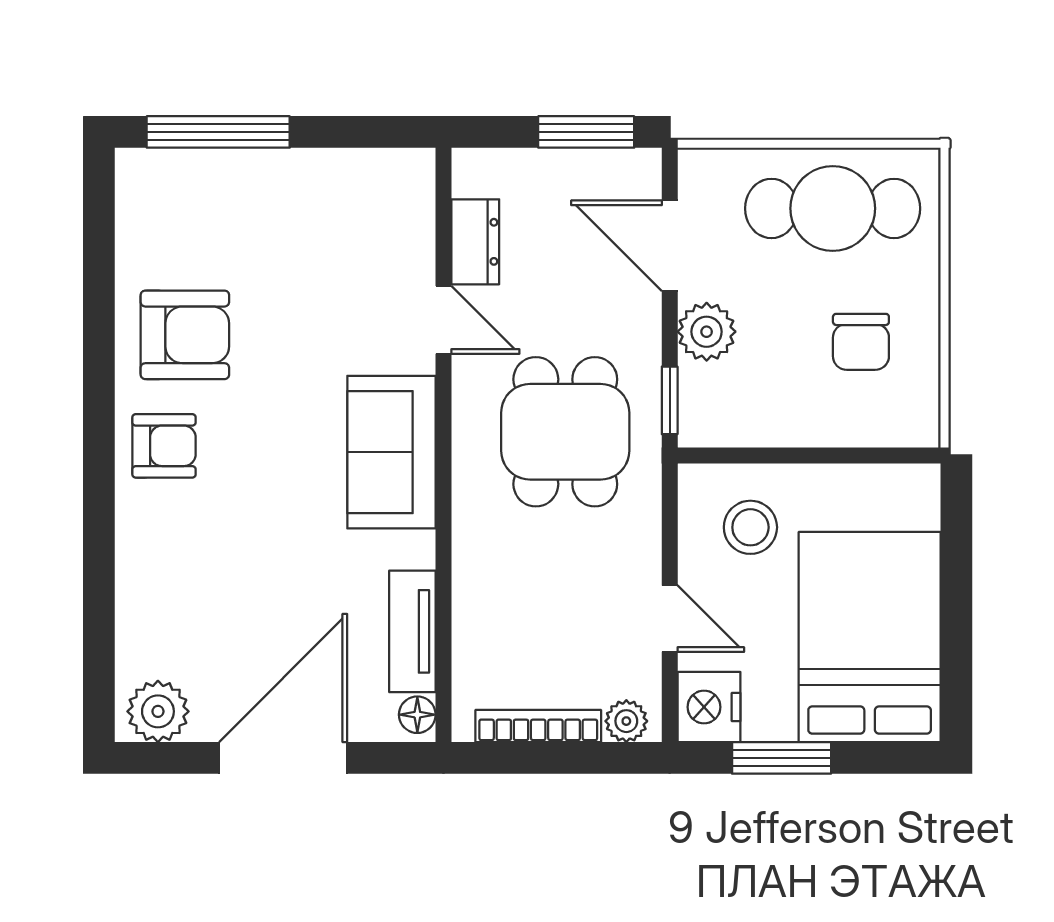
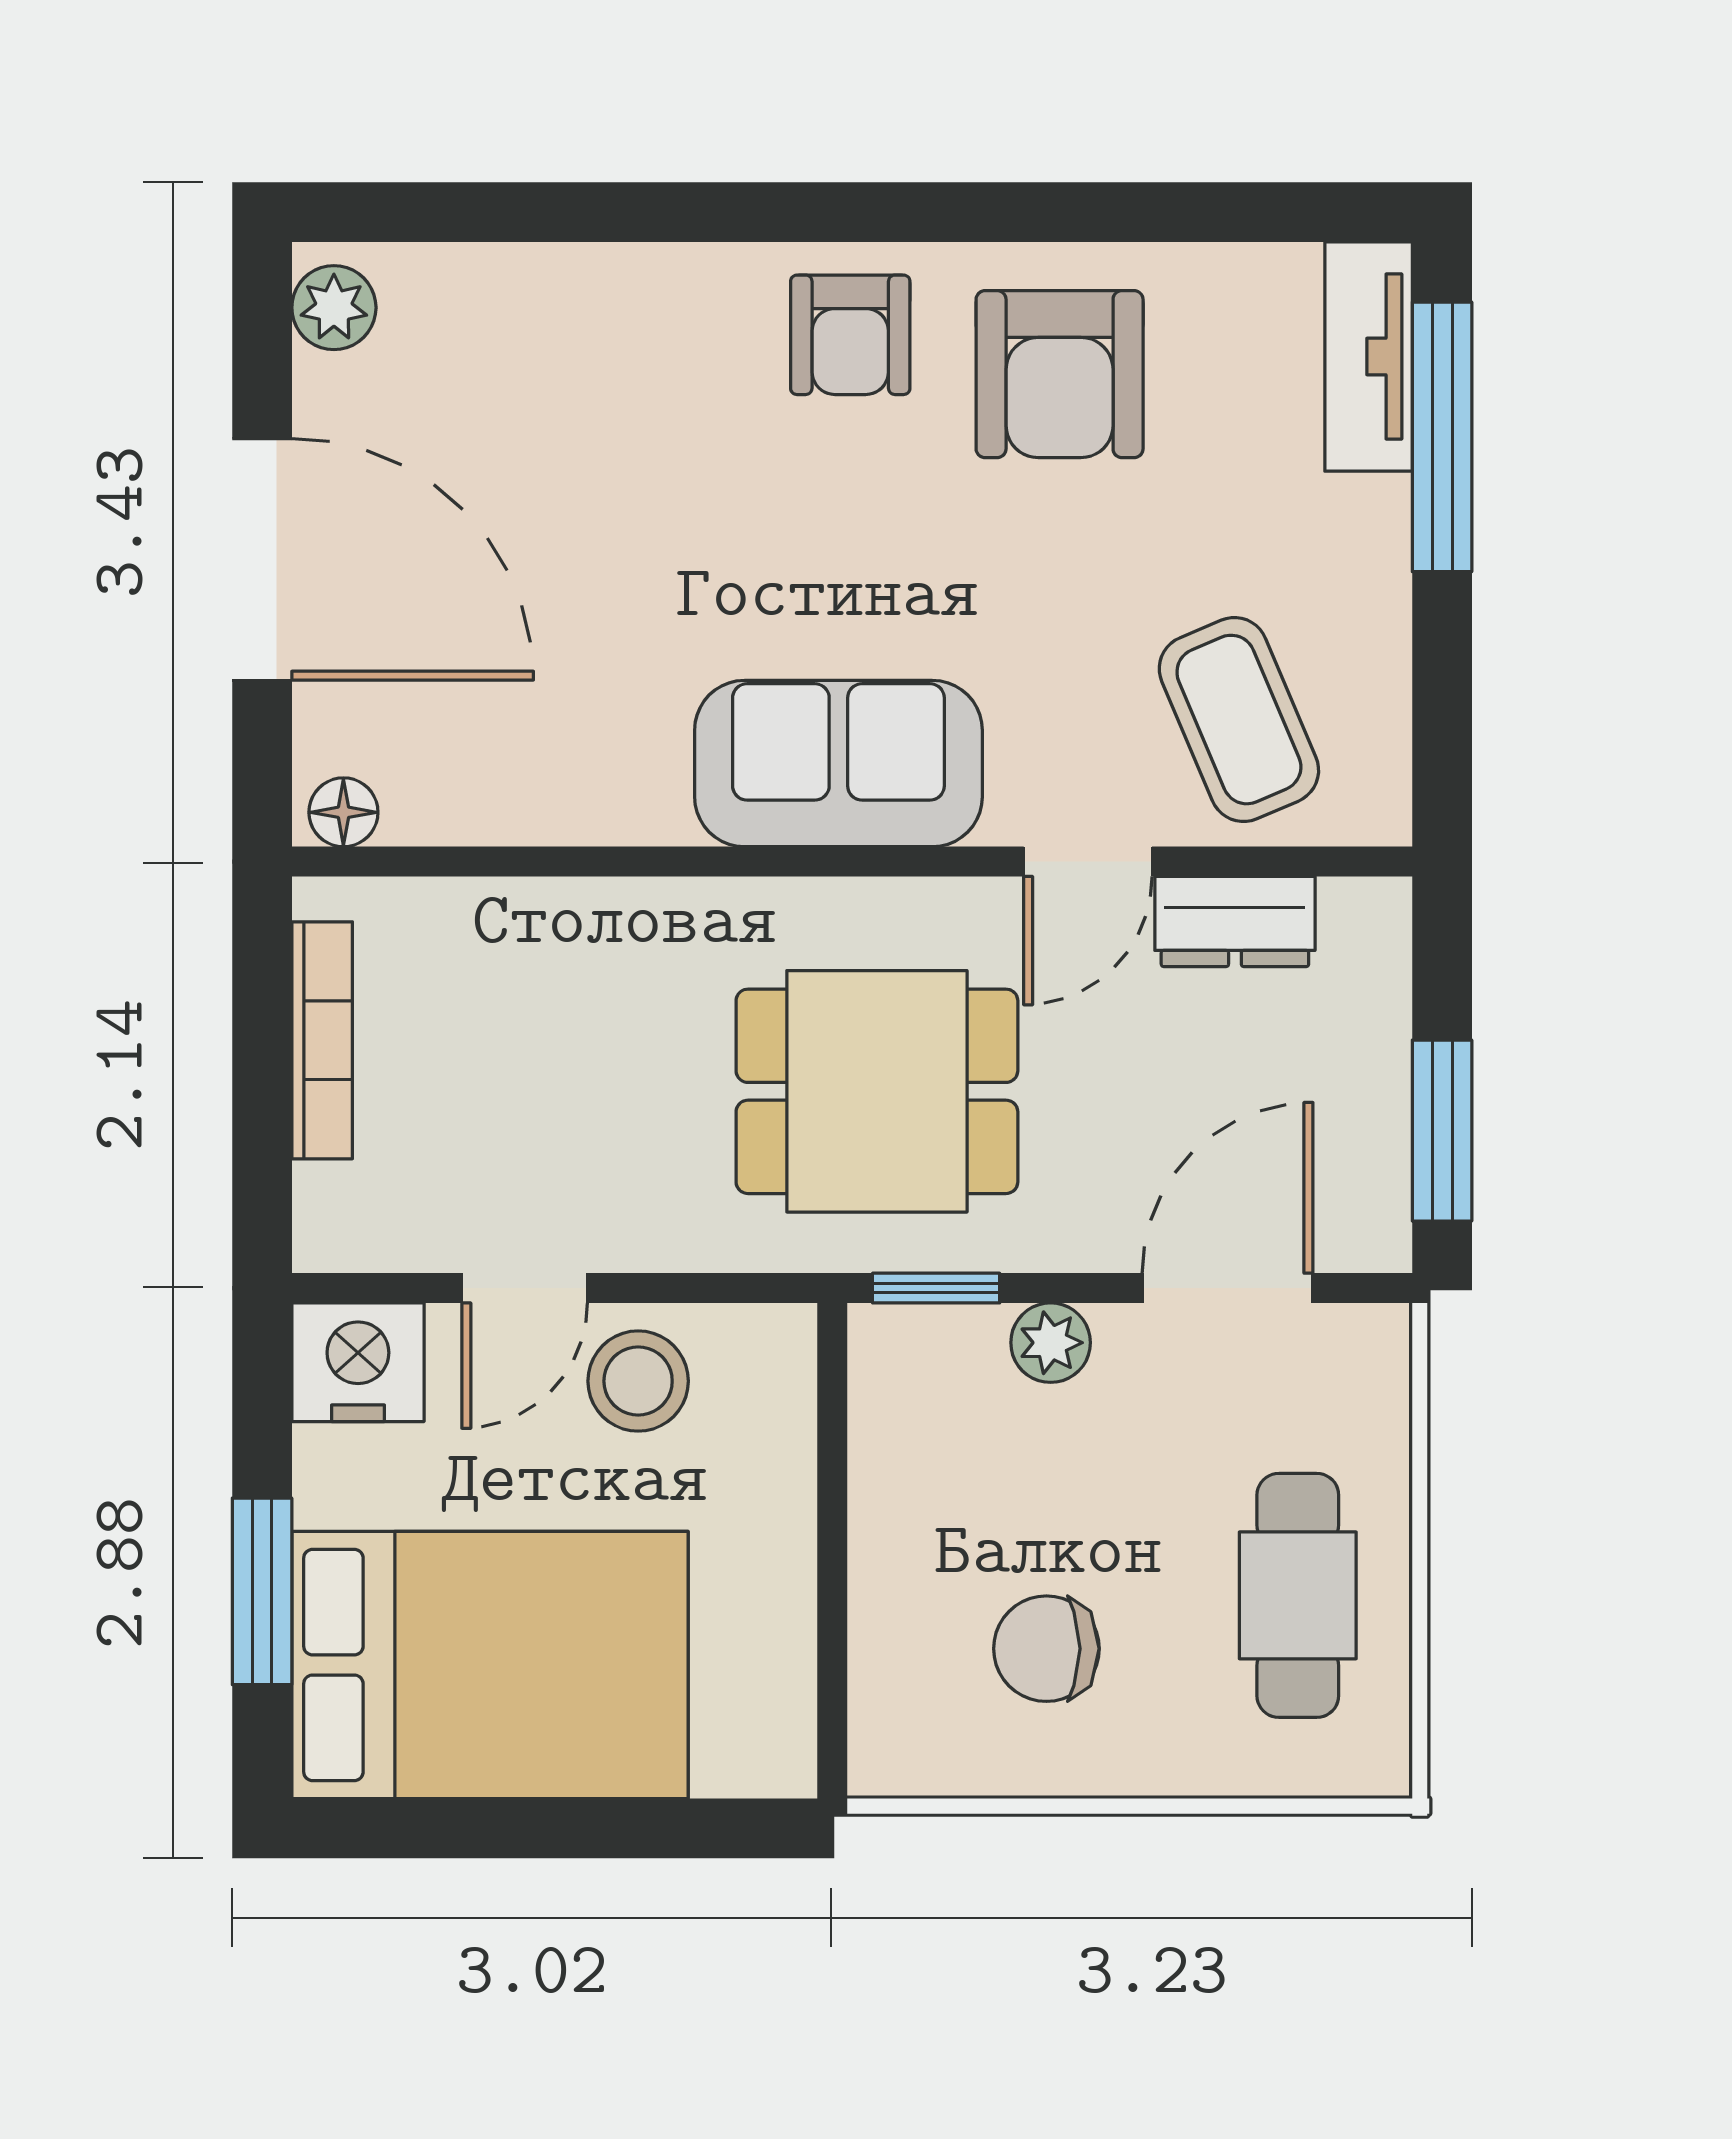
cafe table: (833, 208) -> (1298, 1595), width x0.73, depth x0.74
coffee table: (368, 240) -> (1239, 720), added
plant: (707, 332) -> (1051, 1343), width x0.73, depth x0.73
stool: (750, 527) -> (638, 1381), moved
tv unit: (412, 631) -> (1369, 356), moved, turned -90
plant: (158, 711) -> (334, 308), width x0.73, depth x0.73
plant: (626, 721) -> (331, 1206), removed
window: (782, 758) -> (262, 1591), moved

